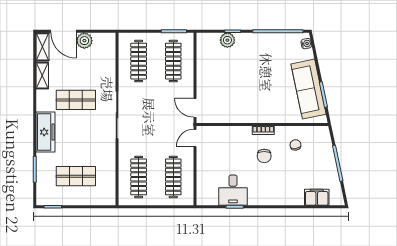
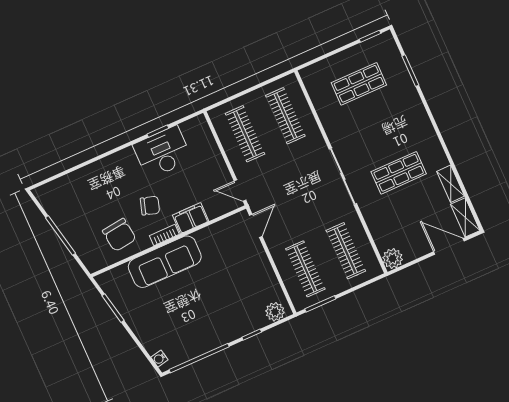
plant: (227, 40) -> (275, 312), moved
plant: (84, 41) -> (393, 259), moved
sofa: (309, 89) -> (165, 262), moved, turned 102
door: (195, 108) -> (256, 226), hinge flipped
freezer: (46, 132) -> (417, 120), removed
door: (195, 138) -> (240, 190), swing flipped
chair: (295, 145) -> (119, 235), width x1.87, depth x1.87
chair: (264, 156) -> (150, 206), turned 107
desk: (233, 190) -> (162, 152), width x1.37
filing cabinet: (317, 197) -> (191, 218), moved, turned 180

